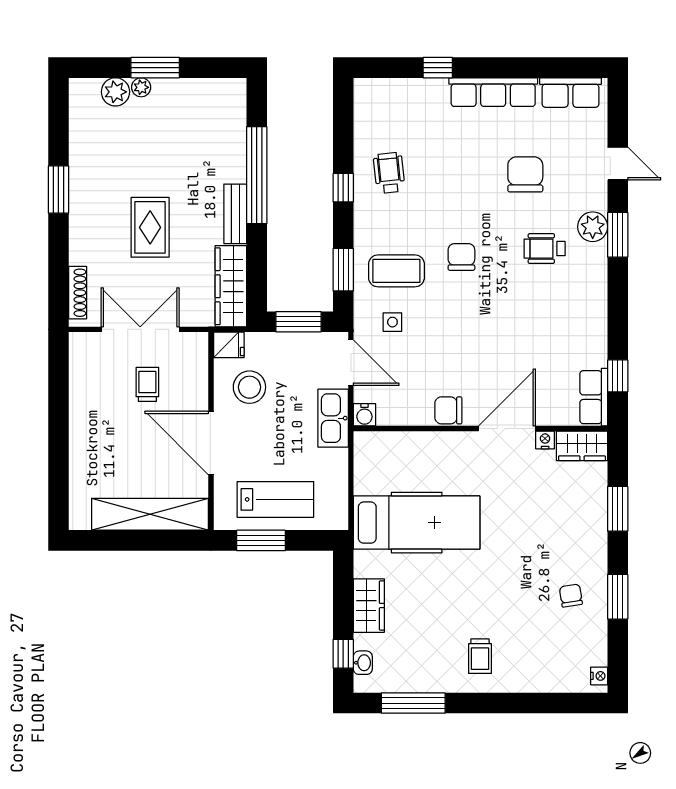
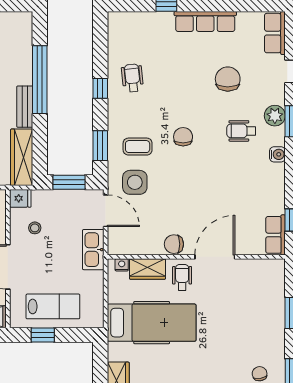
row of seats: (570, 93) -> (275, 33), moved, turned 90
coffee table: (396, 271) -> (138, 147), width x0.73, depth x0.77
side table: (392, 322) -> (135, 182), width x1.87, depth x1.87
stool: (249, 387) -> (35, 228), width x0.53, depth x0.53
water cooler: (364, 415) -> (277, 154), moved, turned -90
nightstand: (545, 440) -> (122, 265), moved
wardrobe: (582, 446) -> (148, 269), moved
wheelchair: (460, 458) -> (182, 277), added
window: (261, 540) -> (43, 335), width x0.67

